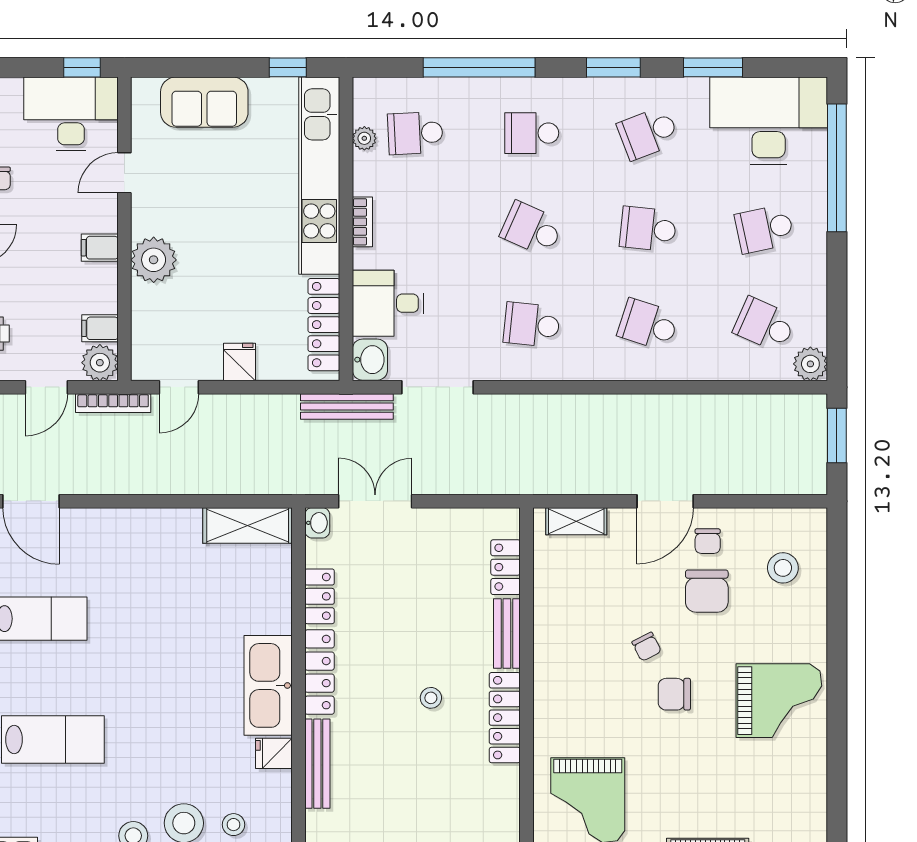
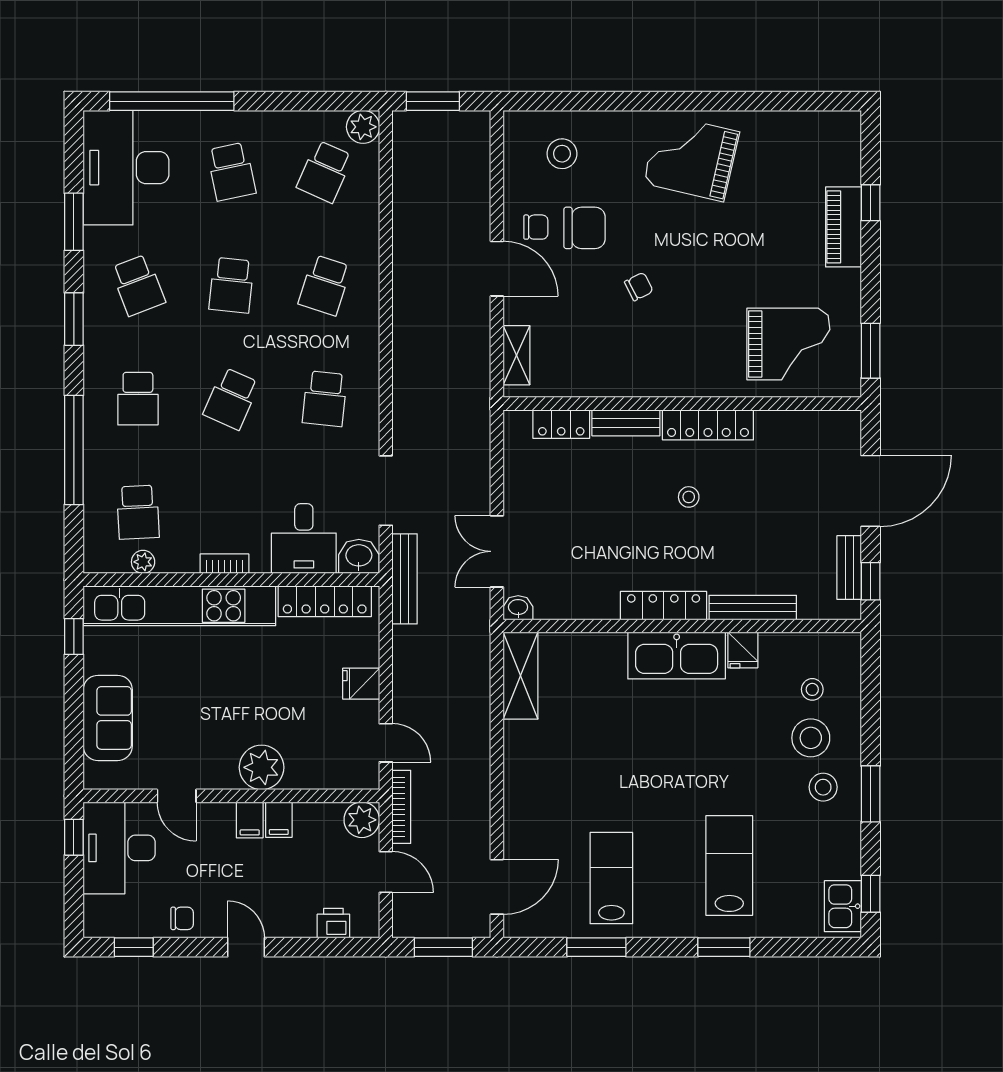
filing cabinet: (100, 328) -> (279, 820), moved
locker: (320, 596) -> (590, 606), removed
chair: (674, 694) -> (685, 260), removed
grand piano: (779, 701) -> (691, 158), turned -77

